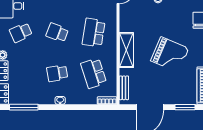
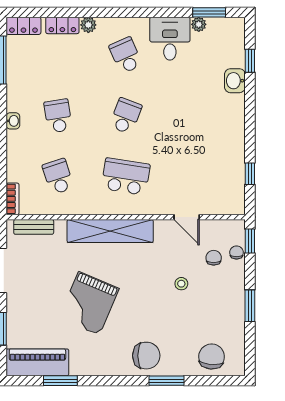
shelving: (126, 50) -> (110, 231), width x1.47
school desk: (94, 73) -> (58, 176), width x0.54

